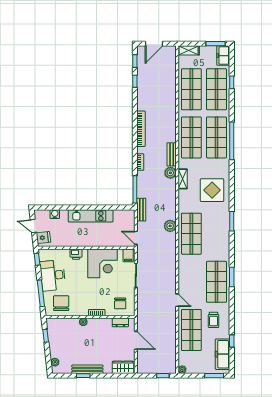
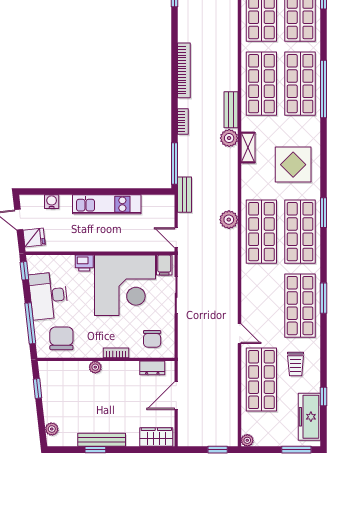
shop shelf: (216, 234) -> (300, 232), added
corner desk: (103, 263) -> (125, 285), width x1.36, depth x1.36
door: (136, 340) -> (176, 396), swing flipped

